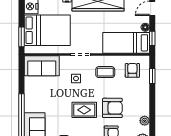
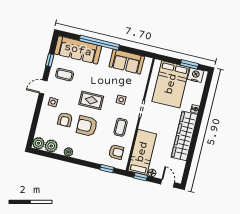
window: (21, 37) -> (189, 64), moved
sofa: (42, 66) -> (127, 62), moved, turned -90
armchair: (112, 108) -> (87, 126), turned 90
rug: (84, 110) -> (91, 100), turned 90

